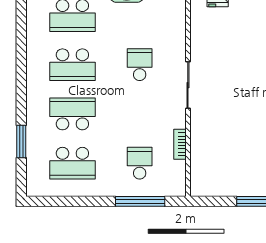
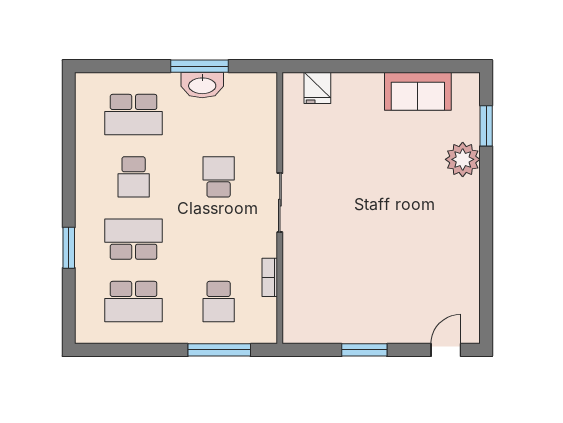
school desk: (72, 65) -> (134, 177), width x0.54
window: (21, 141) -> (69, 248), moved
school desk: (140, 163) -> (219, 302), turned 180

